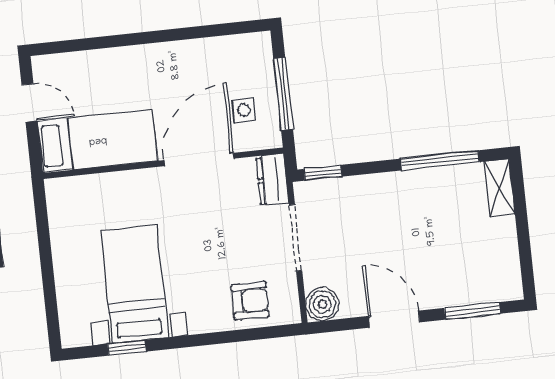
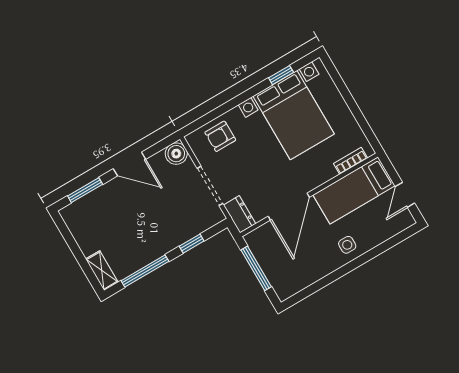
door: (29, 103) -> (405, 195), hinge flipped
side table: (244, 110) -> (347, 245), moved
window: (323, 173) -> (192, 244), moved
bookcase: (84, 184) -> (351, 161), added
bed with nightstands: (135, 284) -> (294, 115), width x1.36

